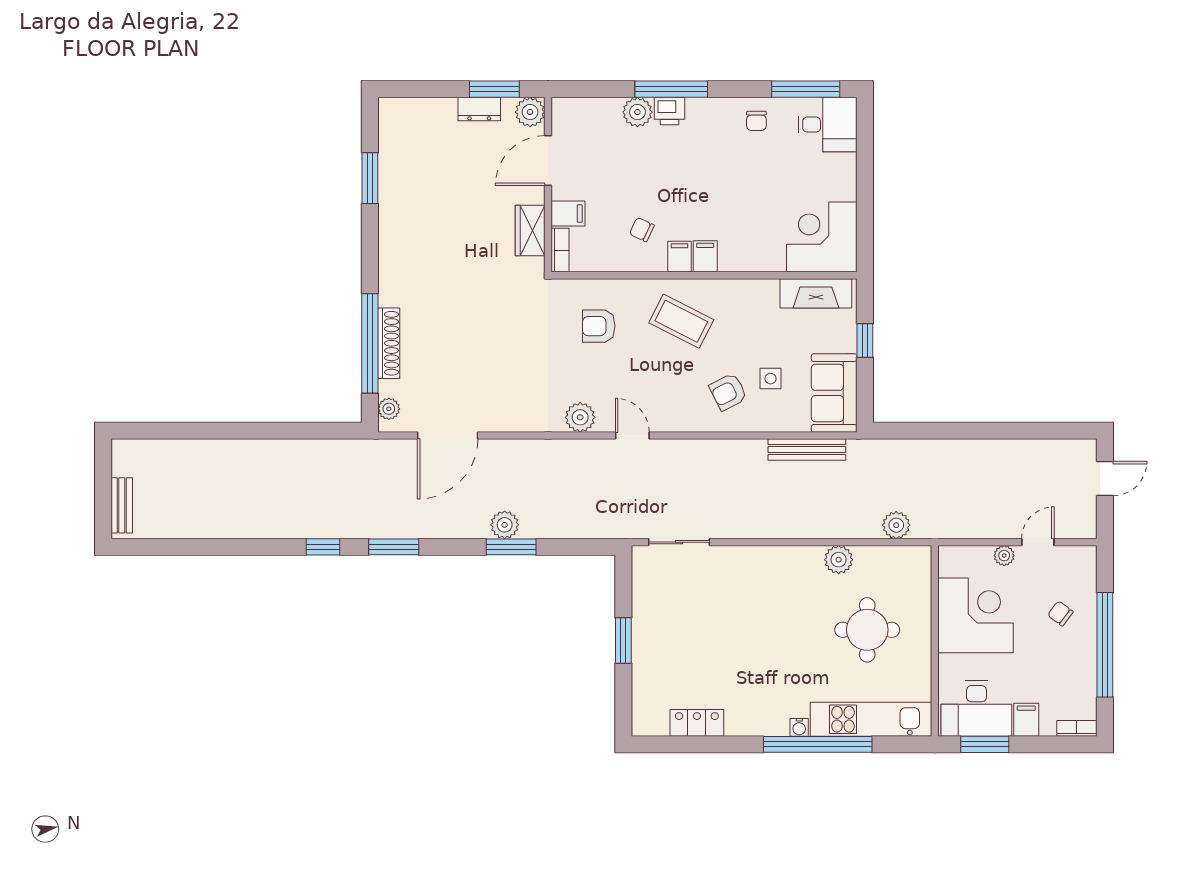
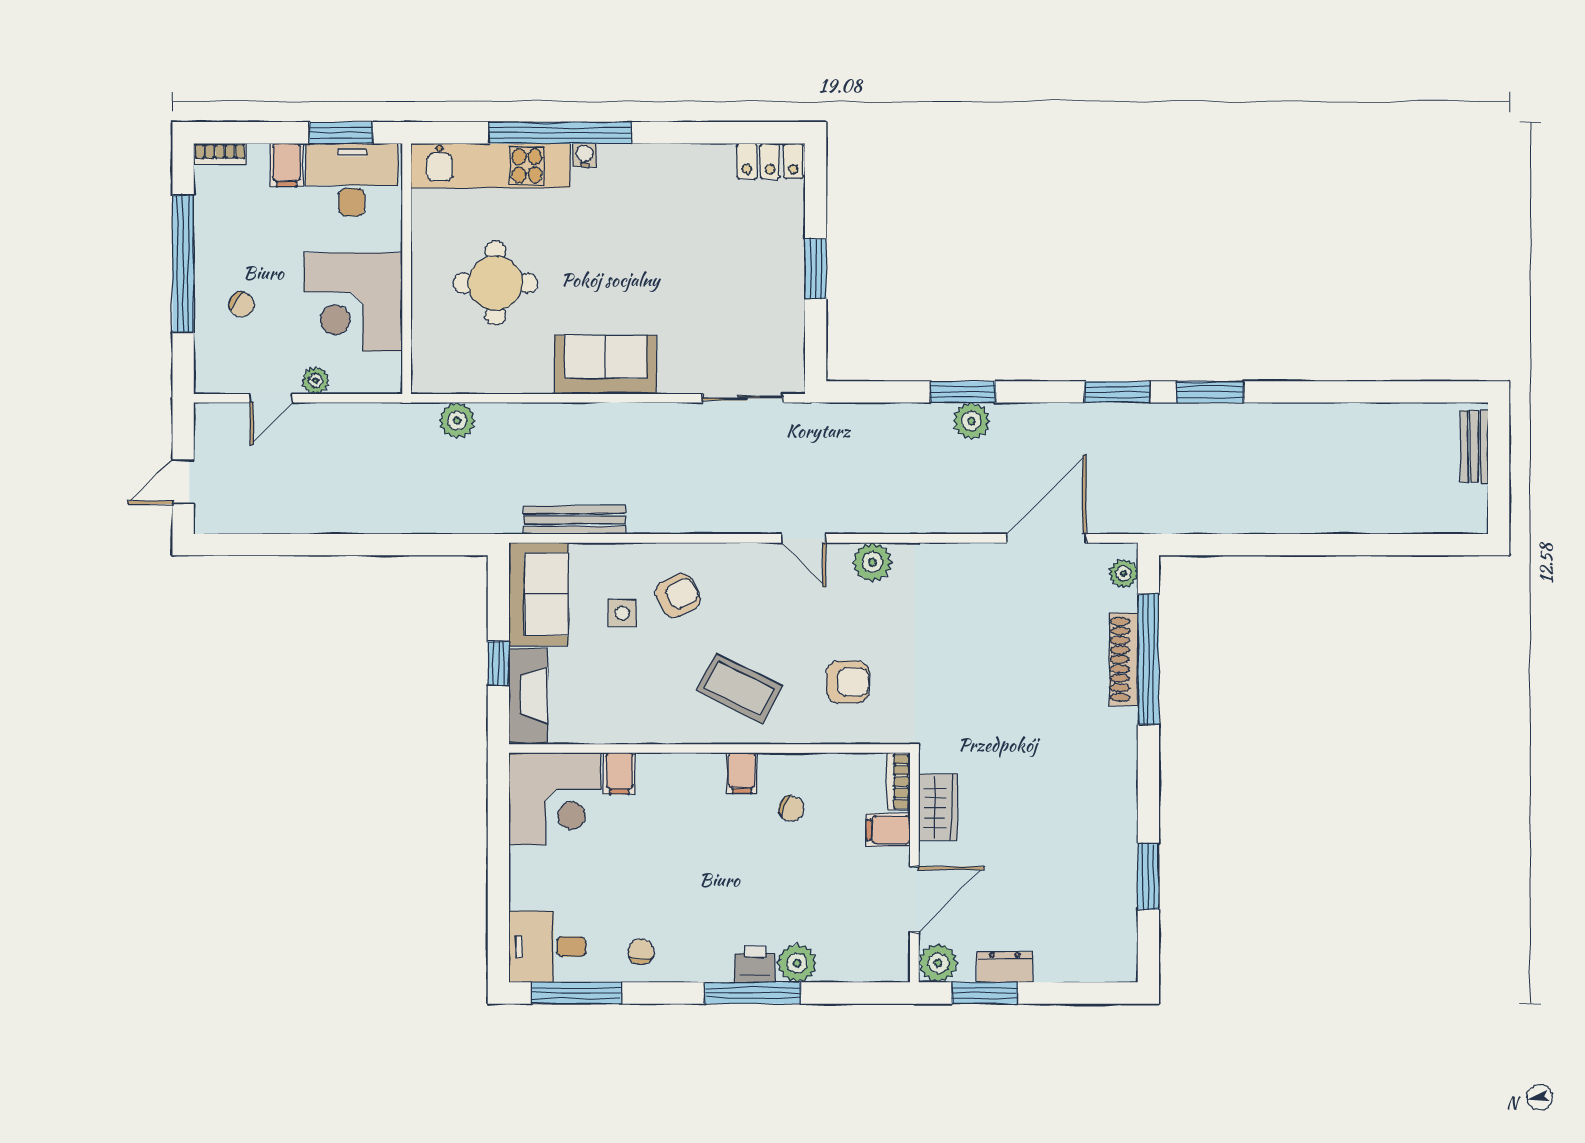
filing cabinet: (705, 256) -> (619, 773), moved
fireplace: (816, 293) -> (528, 696), moved, turned 90
window: (323, 547) -> (1210, 392), width x1.50
plant: (839, 560) -> (533, 375), removed
sofa: (783, 568) -> (605, 365), added
locker: (697, 723) -> (770, 161), moved

